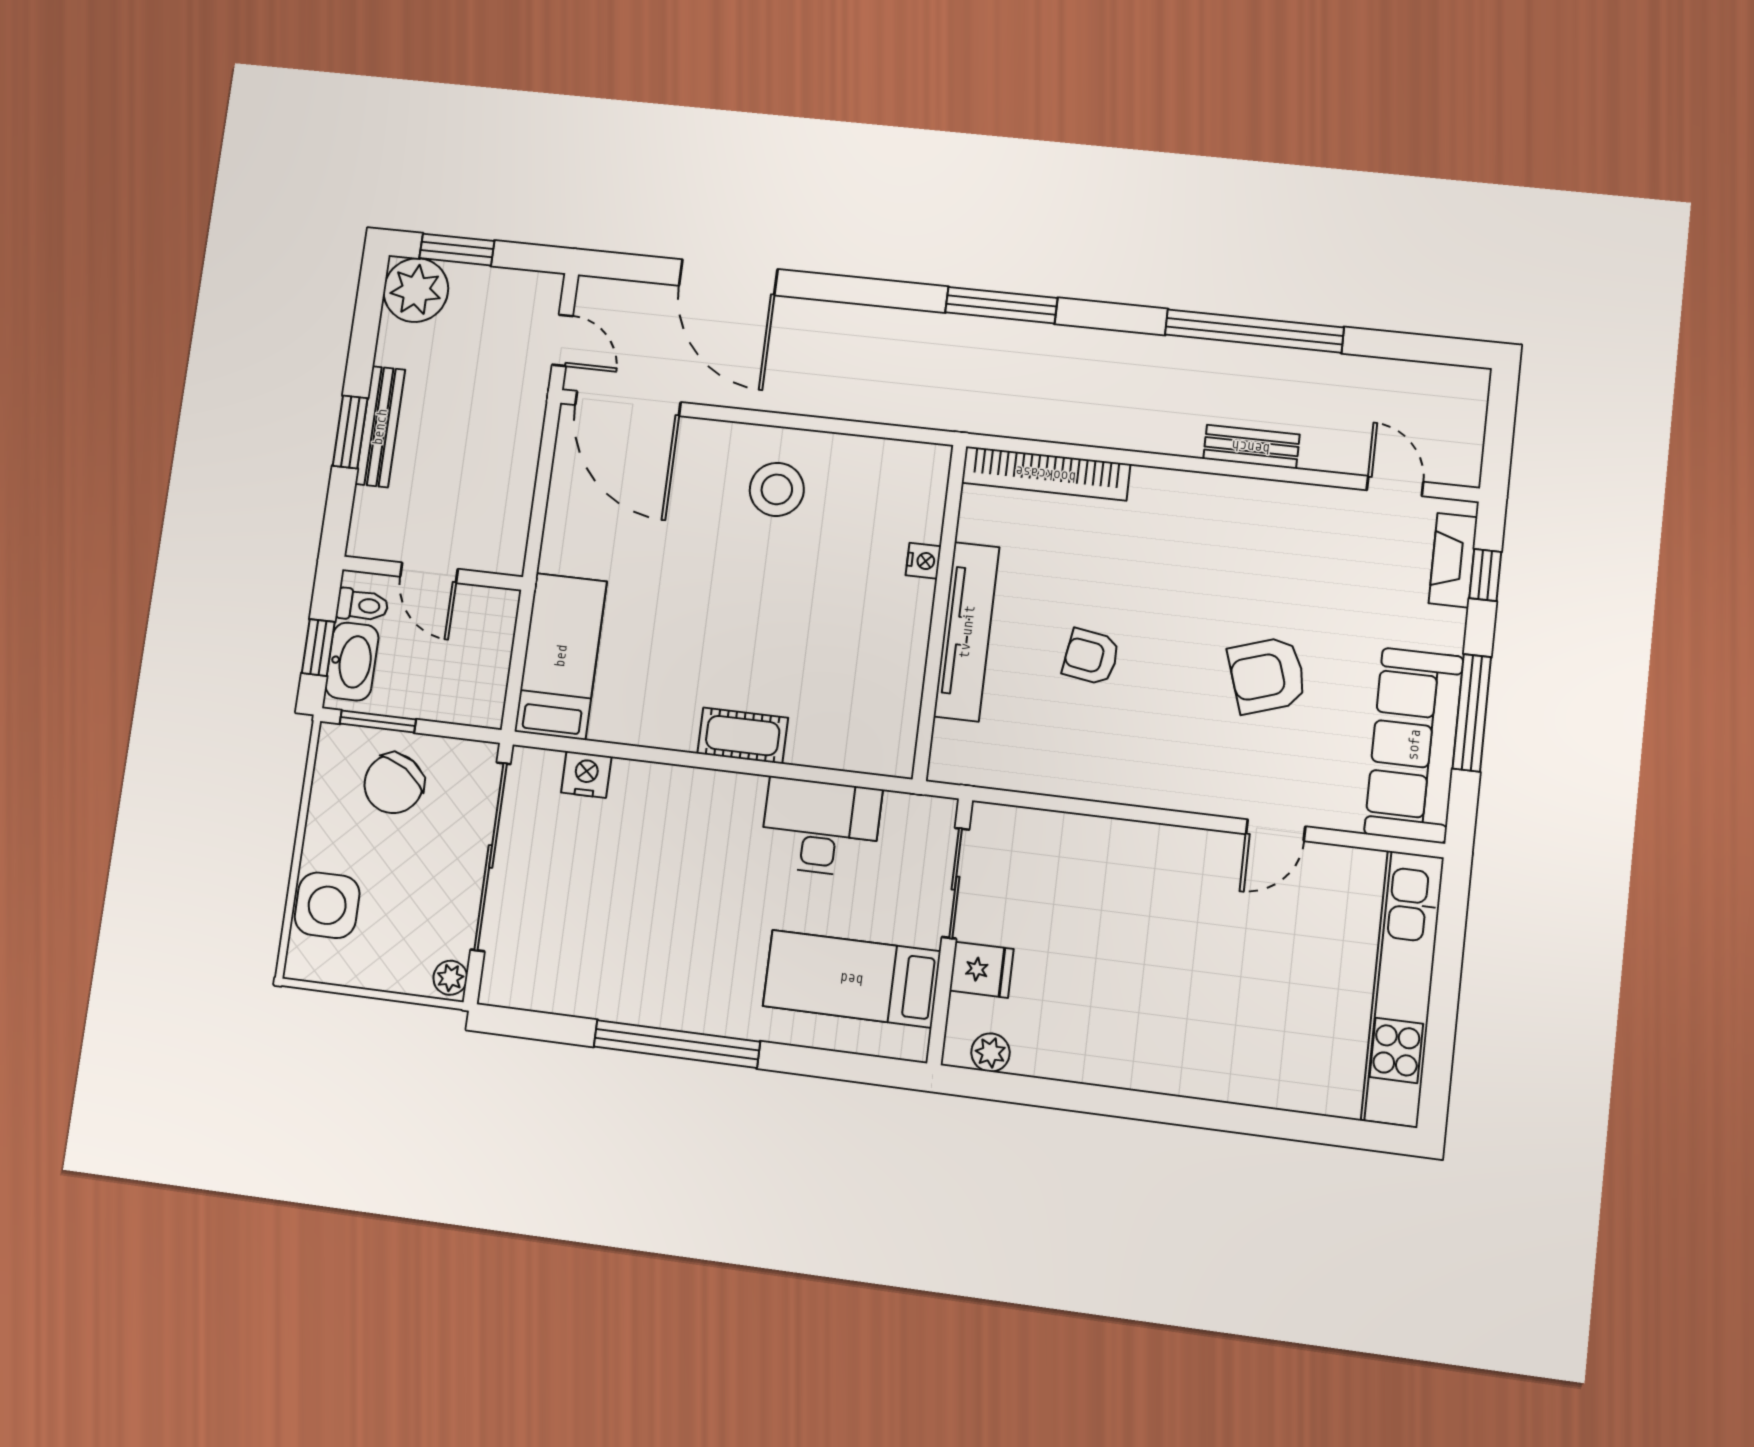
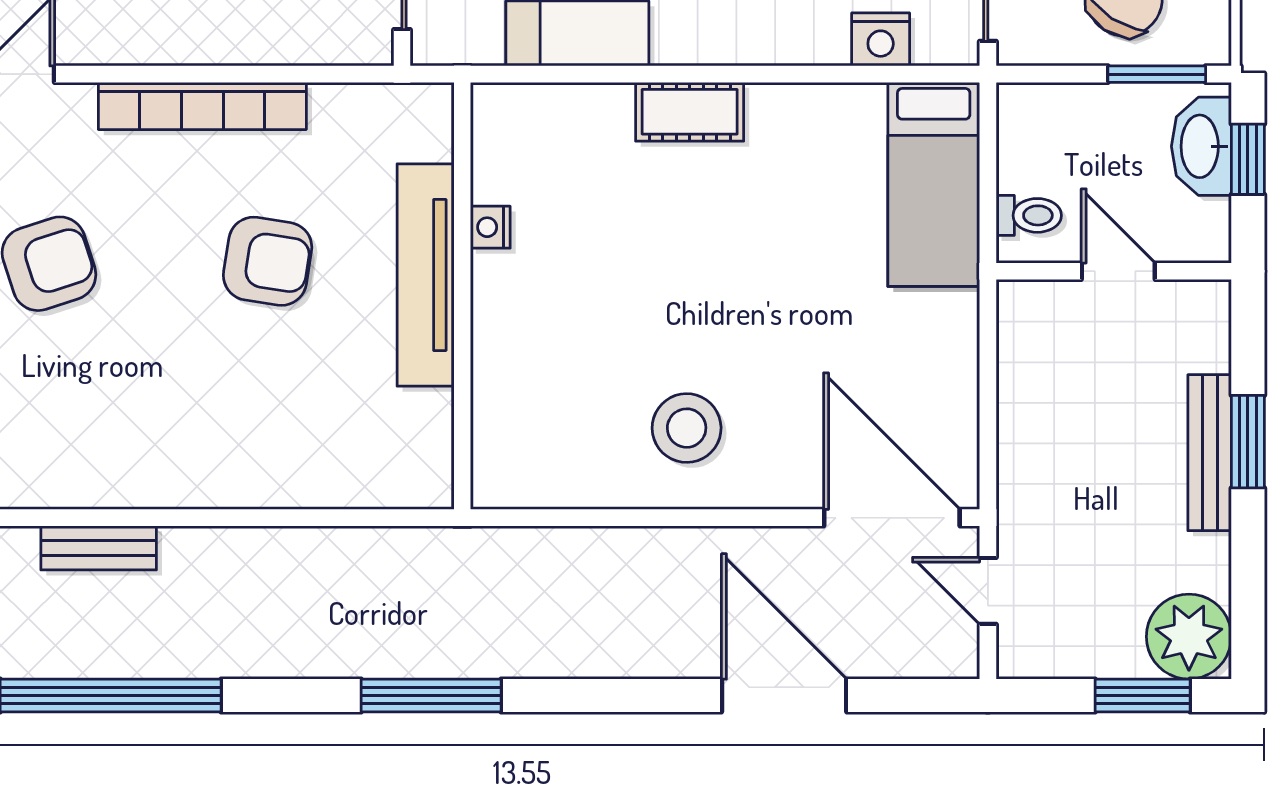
bookcase: (1046, 474) -> (202, 106), moved, turned 180
nightstand: (923, 561) -> (490, 227), moved
toilet: (362, 605) -> (1029, 215), moved, turned 180
armchair: (1091, 657) -> (268, 261), width x1.38, depth x1.38

